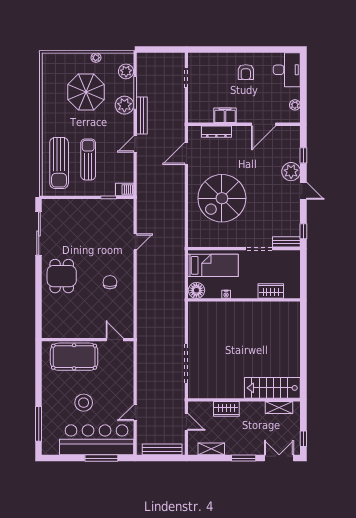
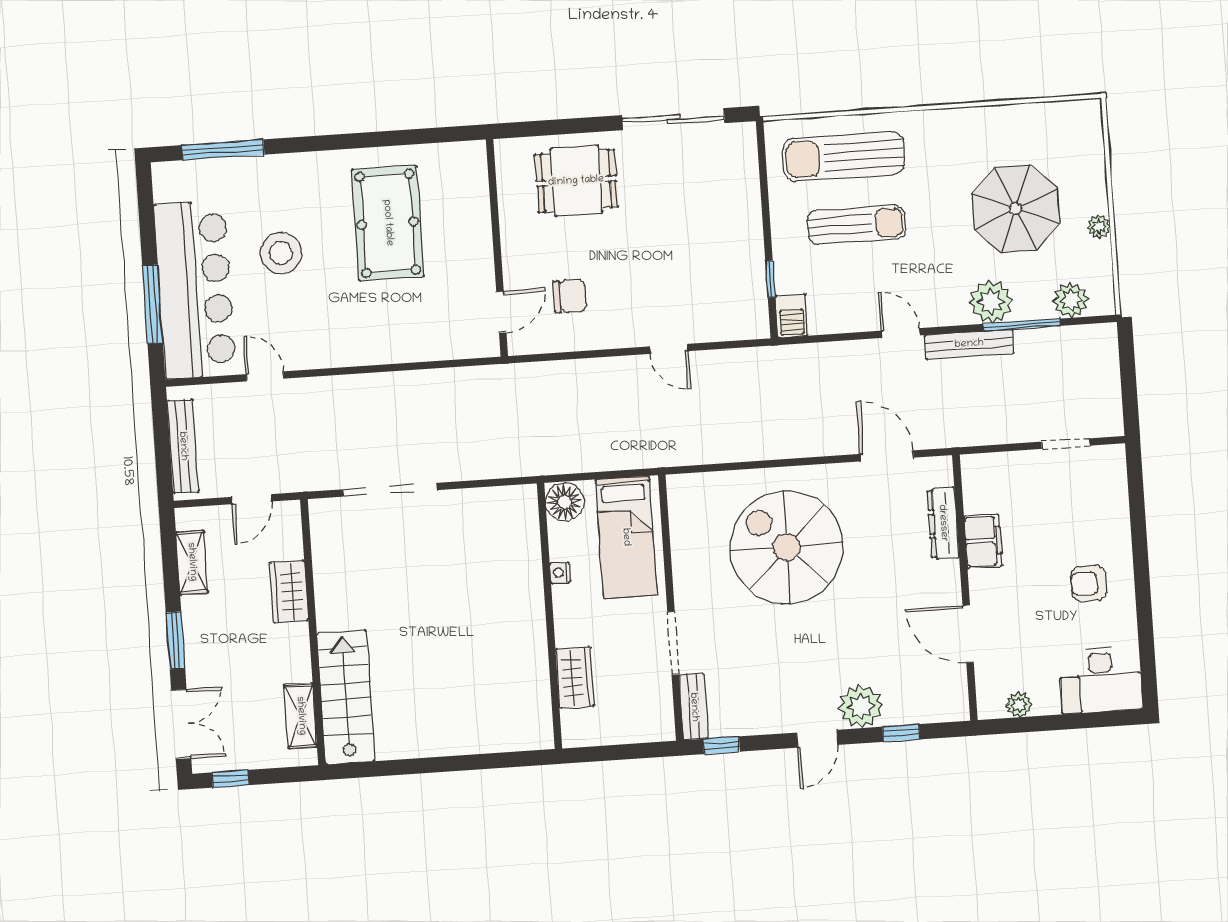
wall: (88, 340) -> (497, 248), moved
door: (115, 340) -> (501, 312), moved

